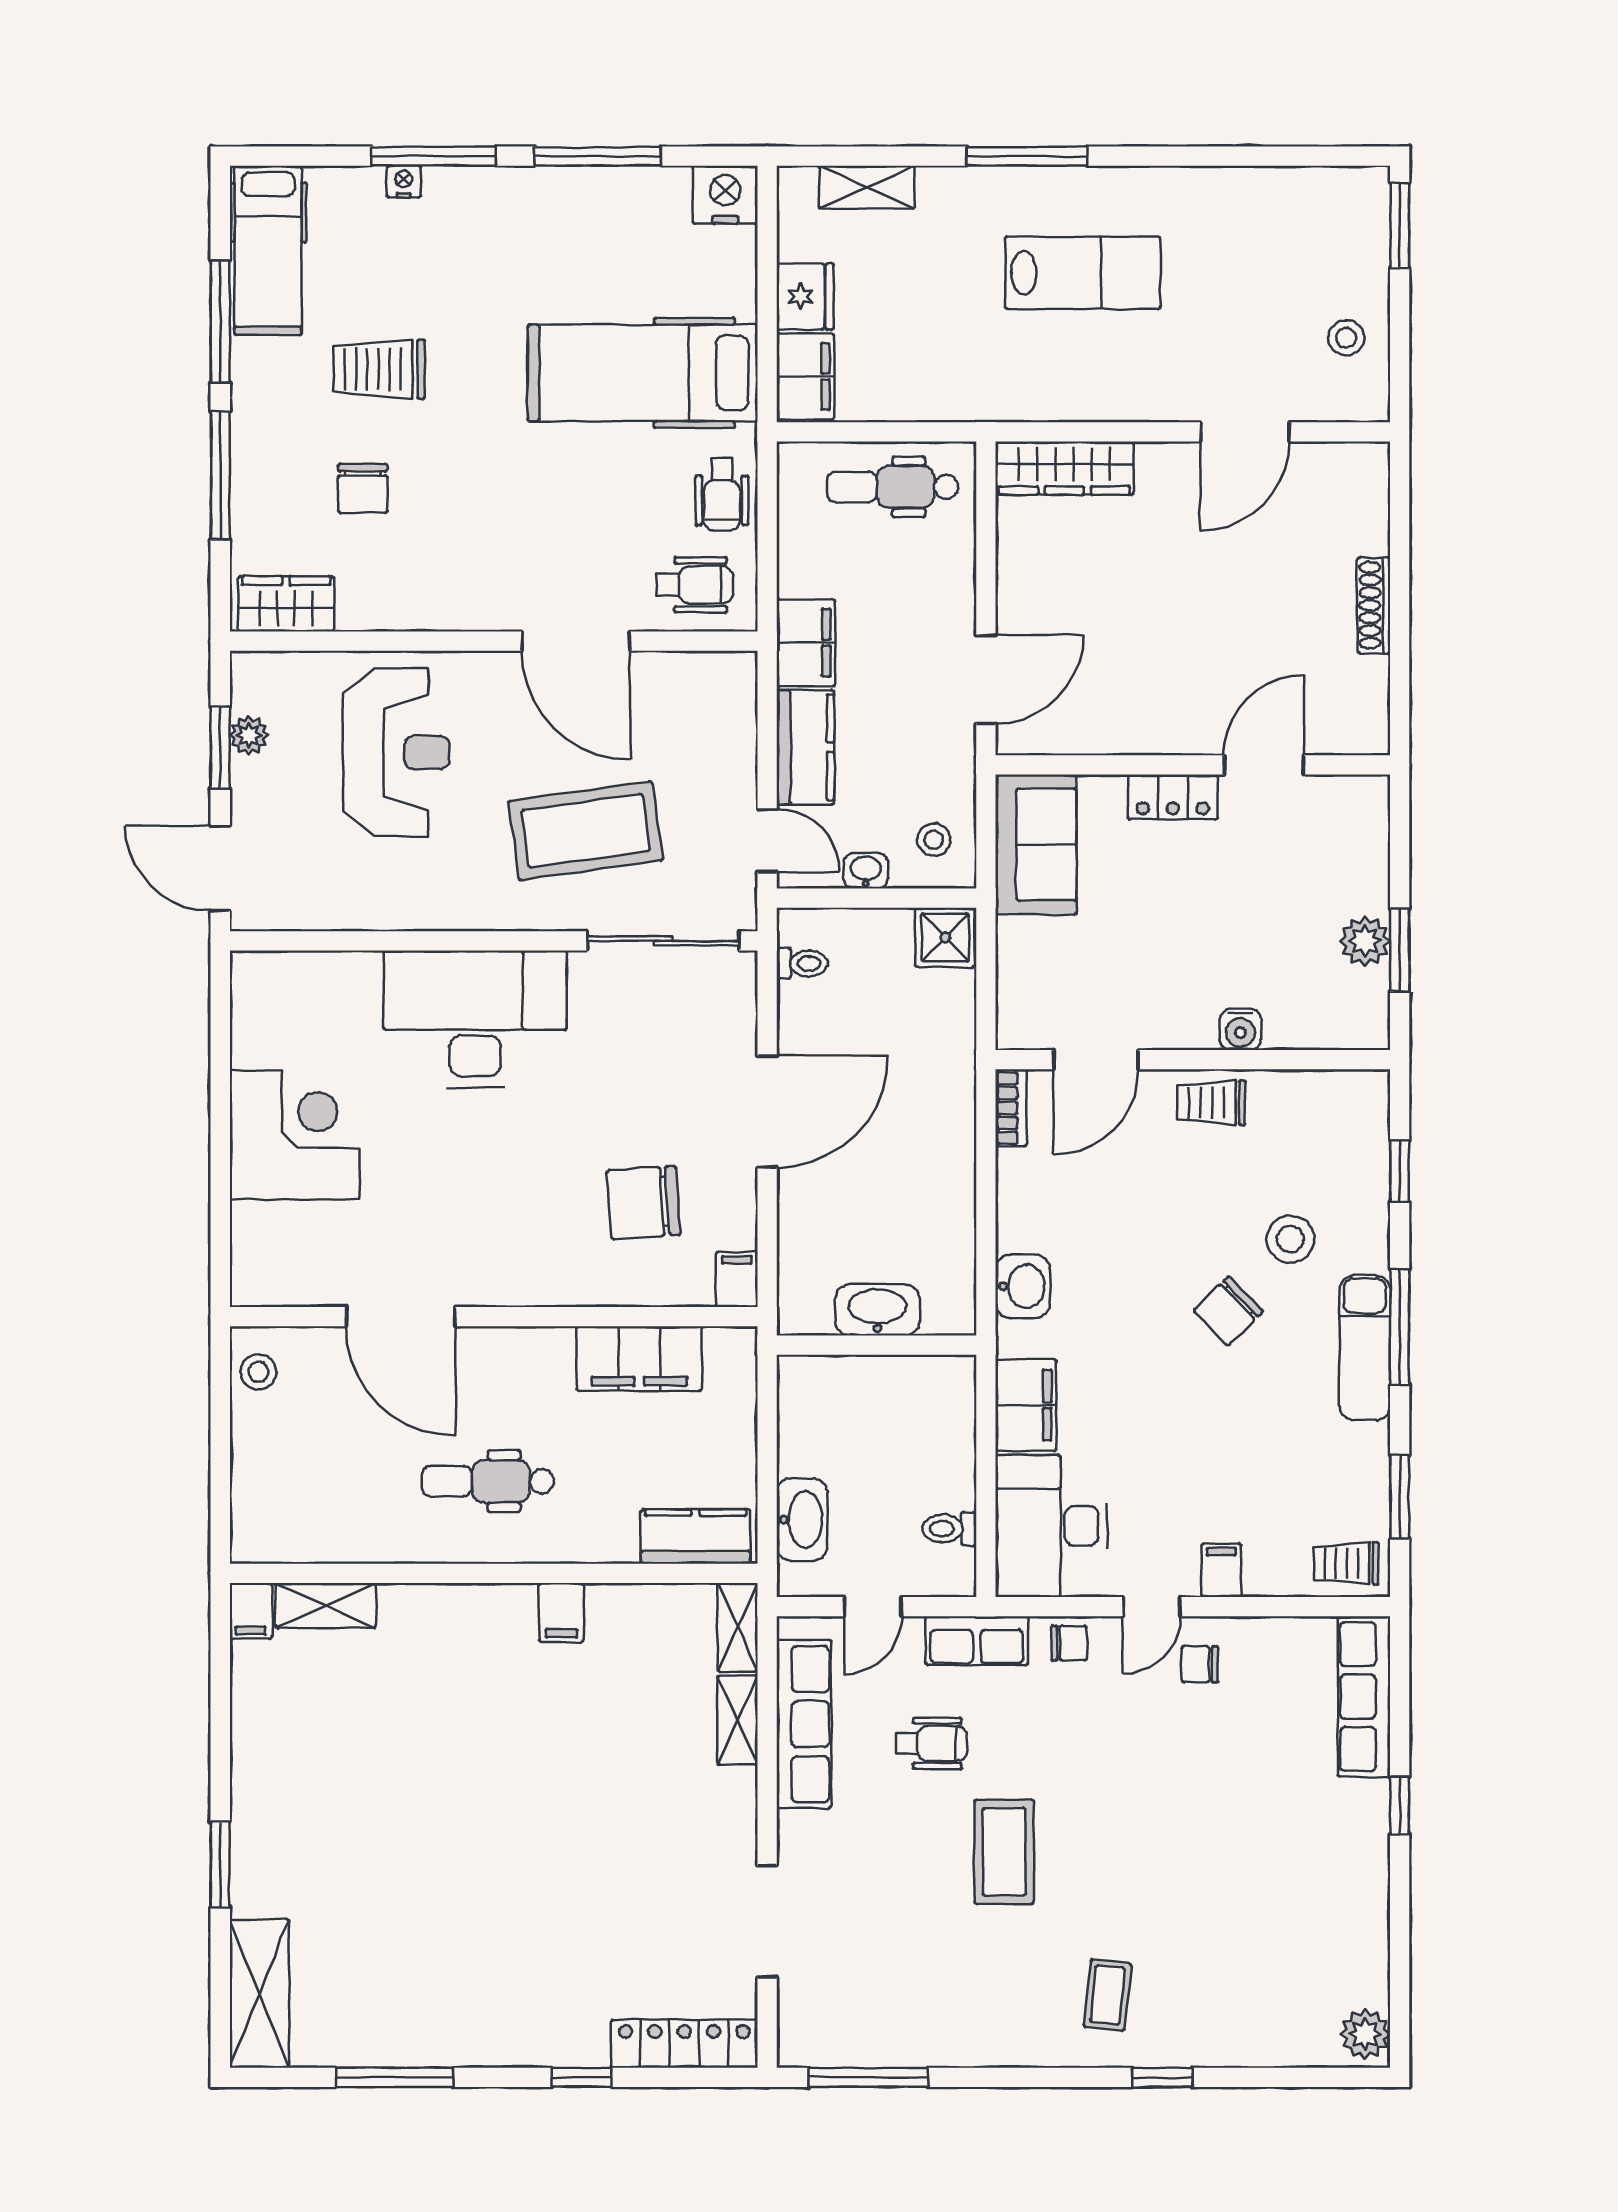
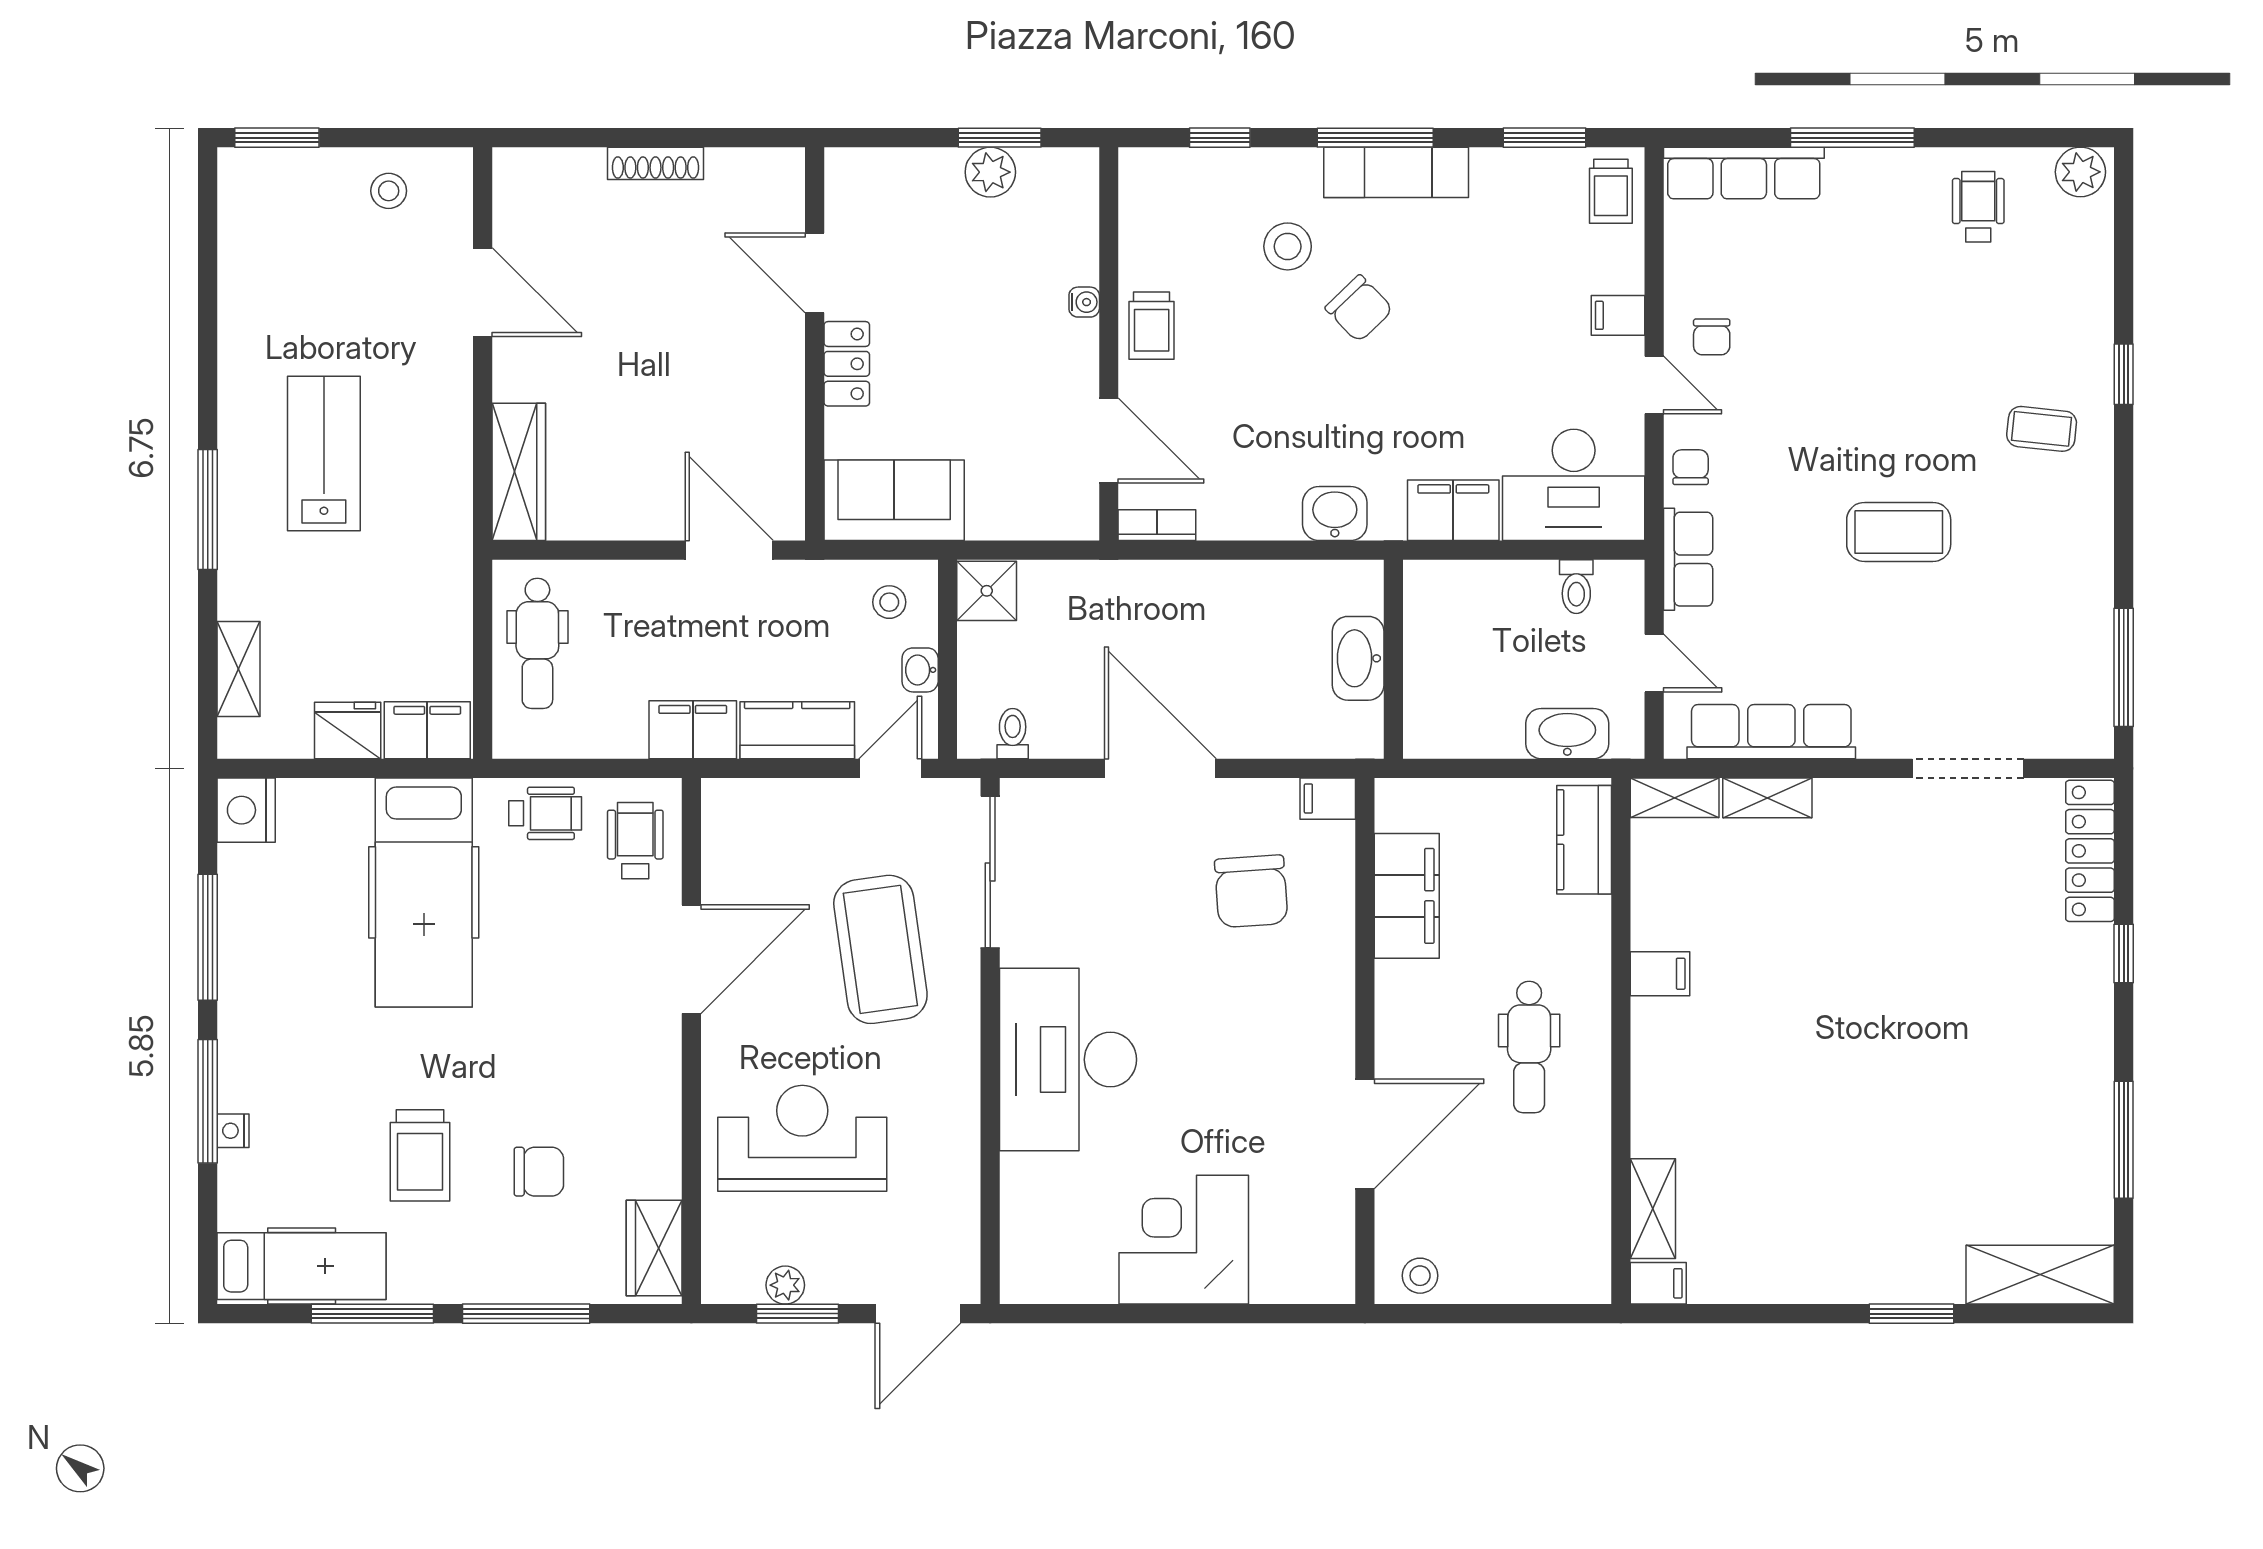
water cooler: (1240, 1029) -> (1084, 302), width x0.72, depth x0.72
wheelchair: (932, 1743) -> (1978, 207), moved
window: (1400, 1806) -> (1852, 138), width x2.17

